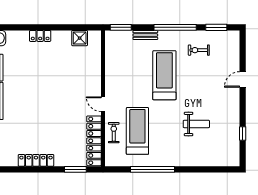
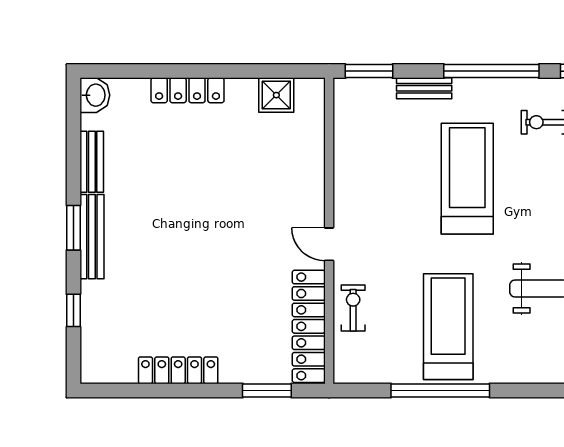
locker: (40, 36) -> (188, 90), width x1.53
treadmill: (137, 131) -> (448, 327), moved

